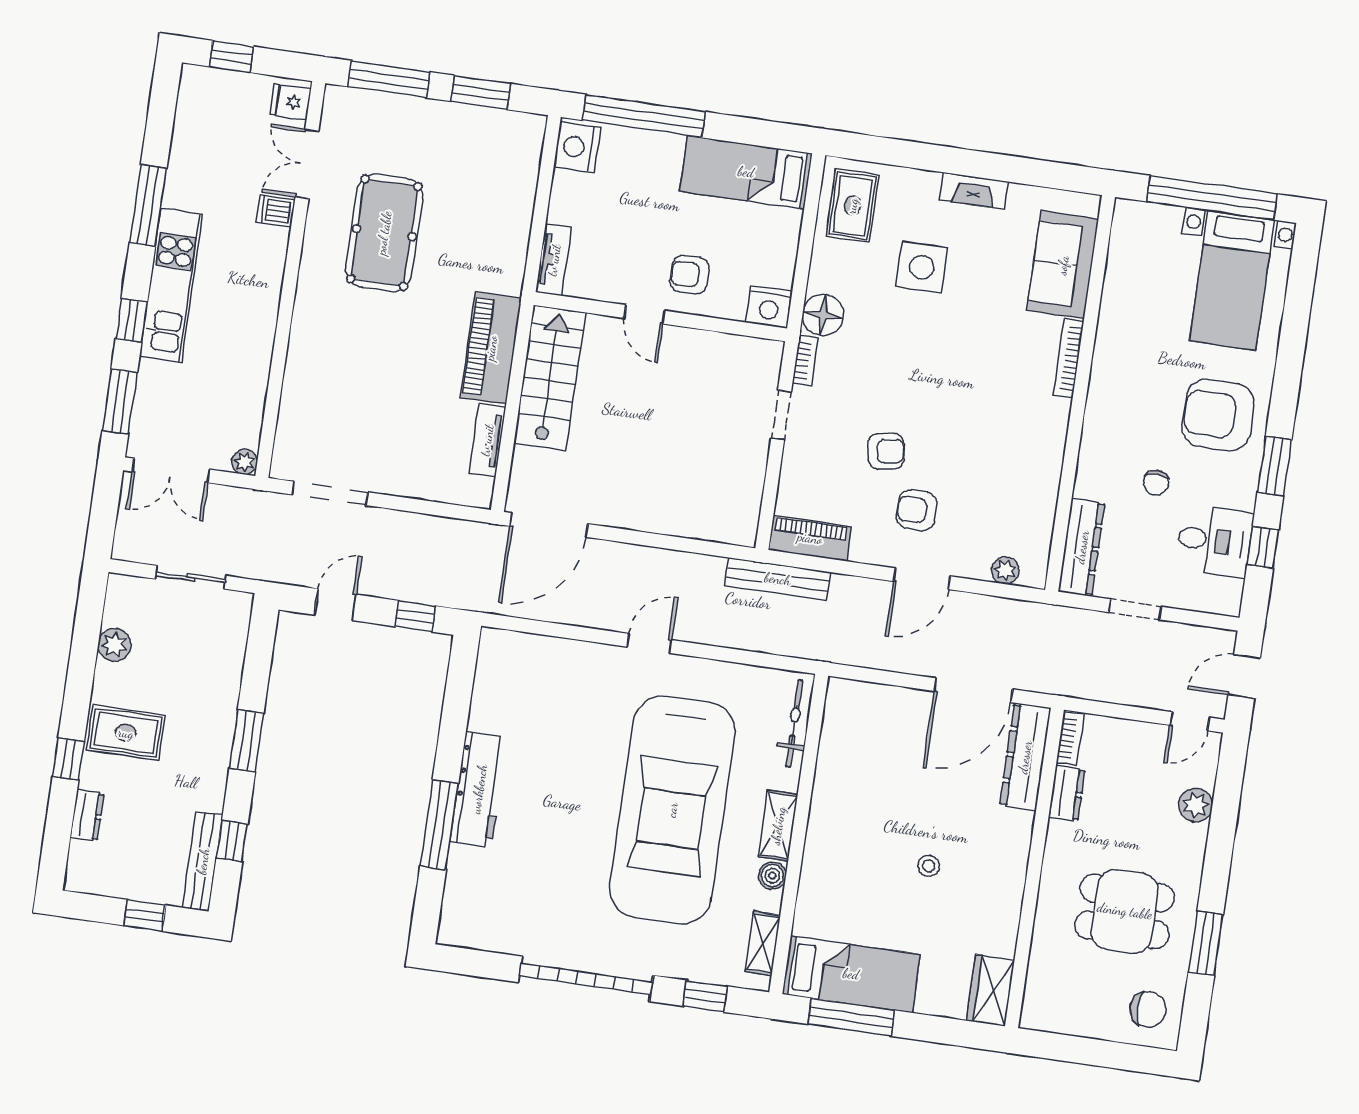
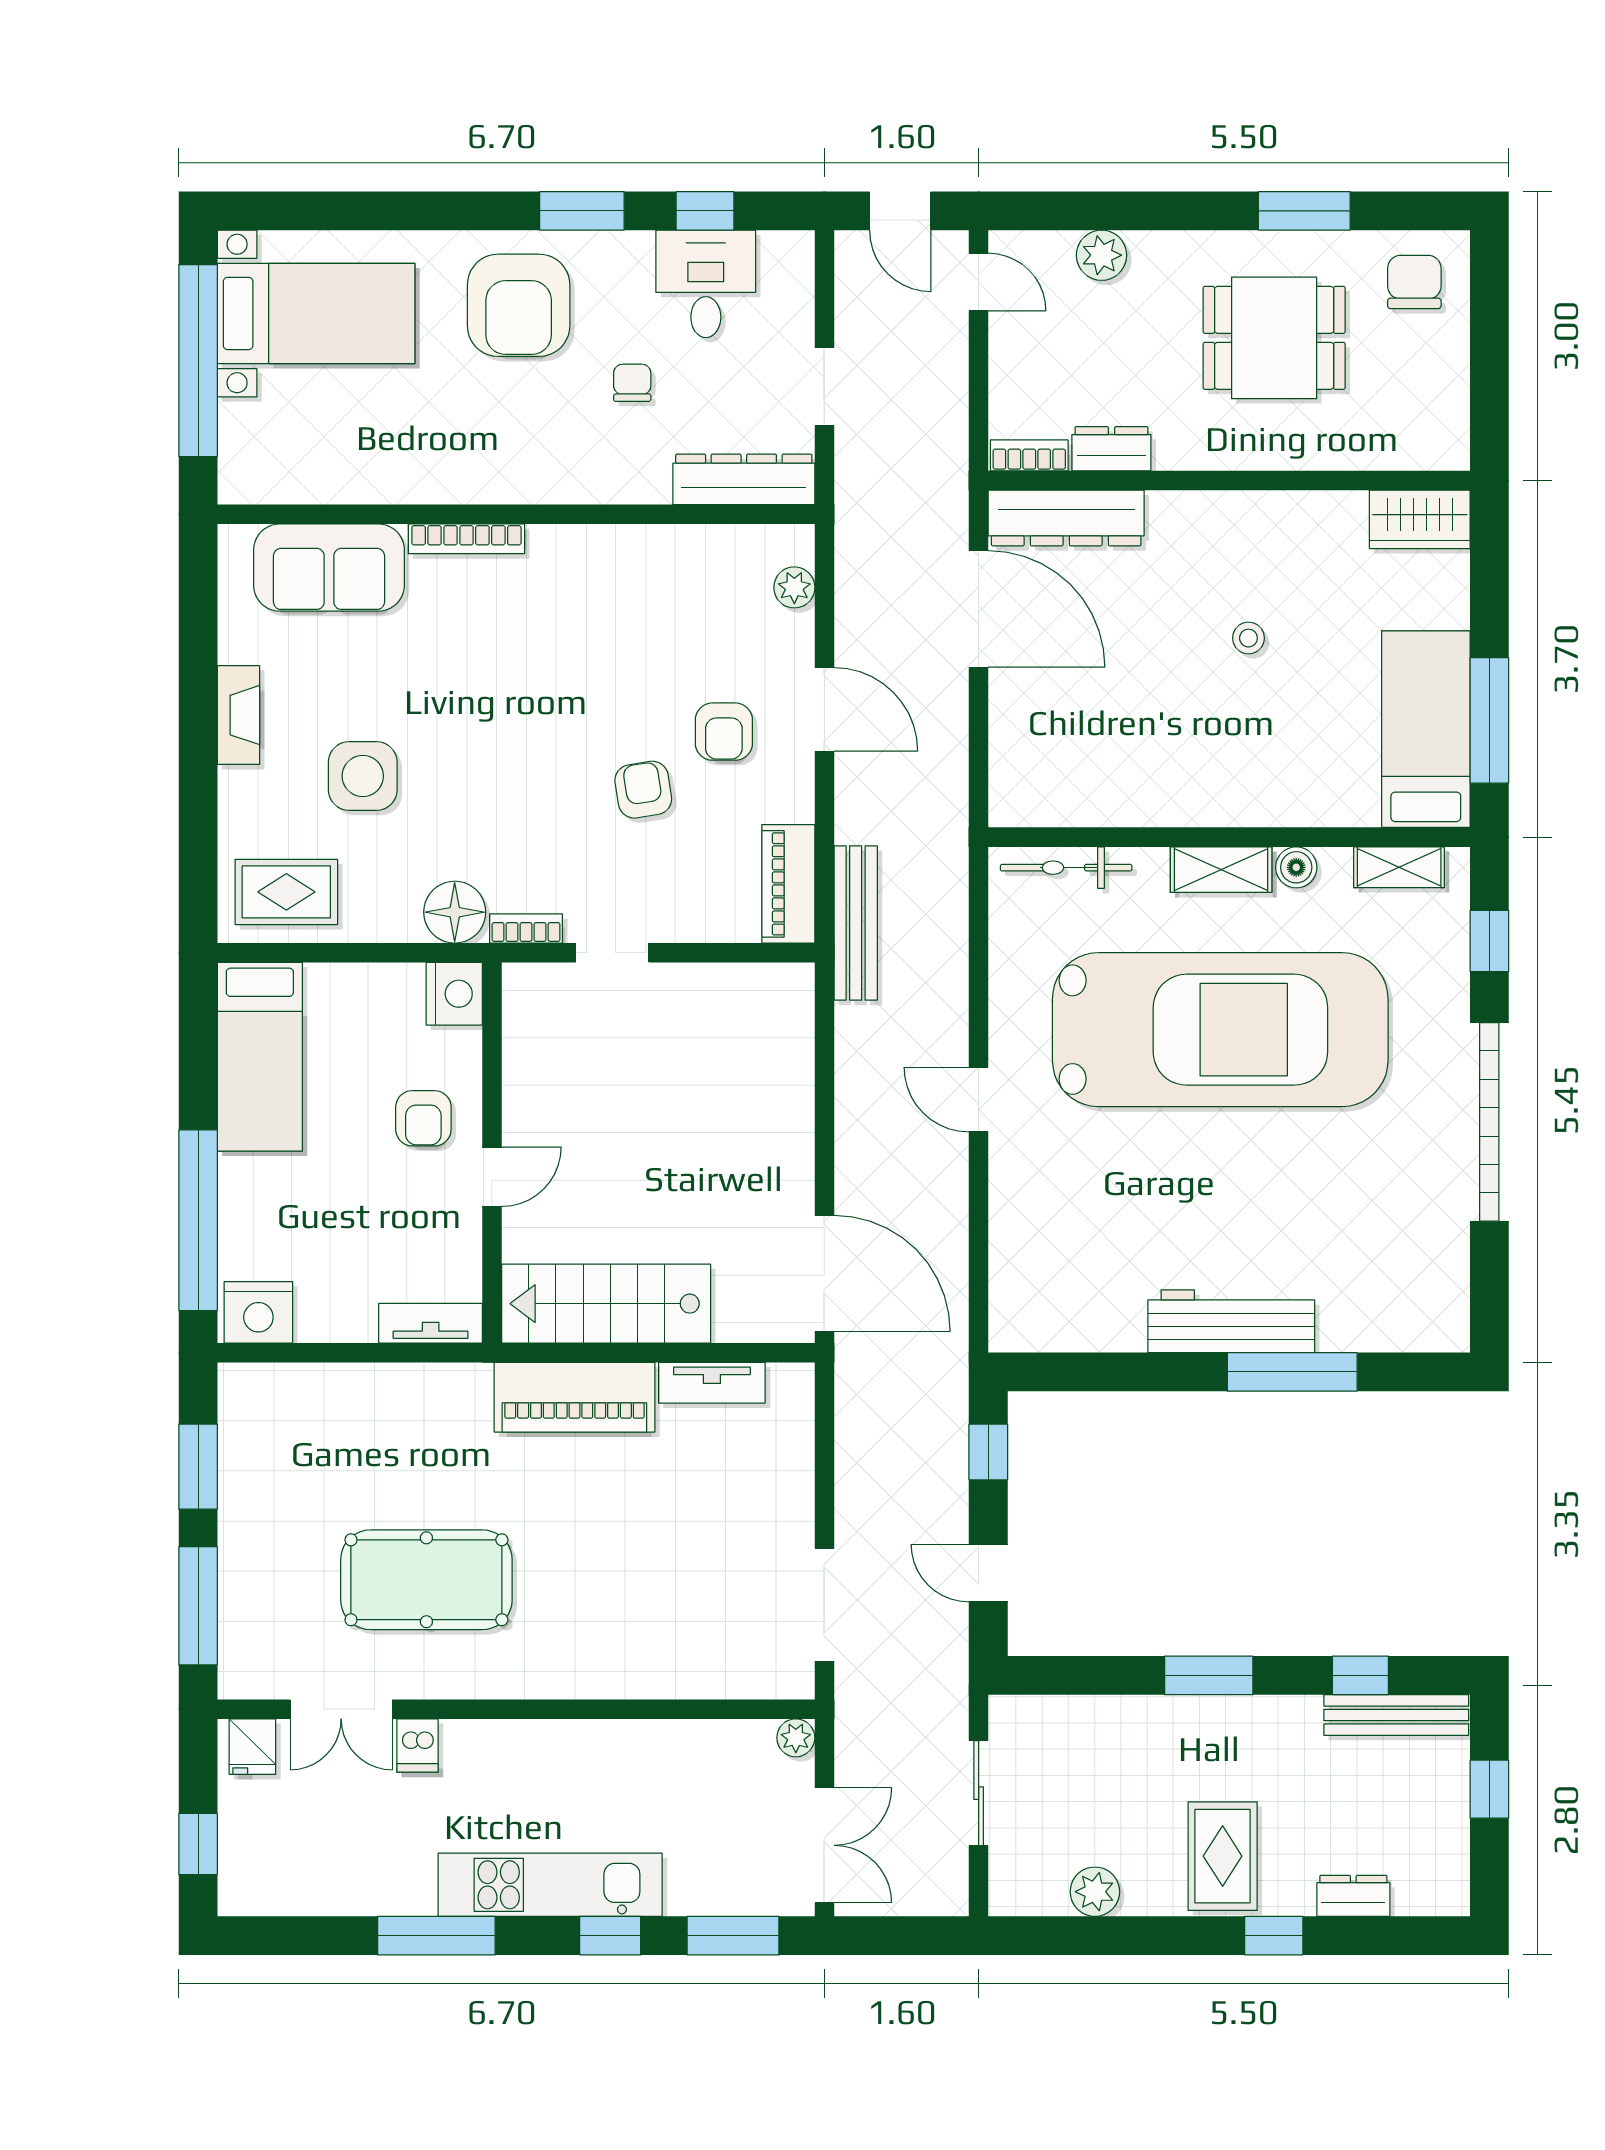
chair: (1156, 483) -> (632, 383), turned -90
dining table: (1125, 911) -> (1274, 338), turned 90

